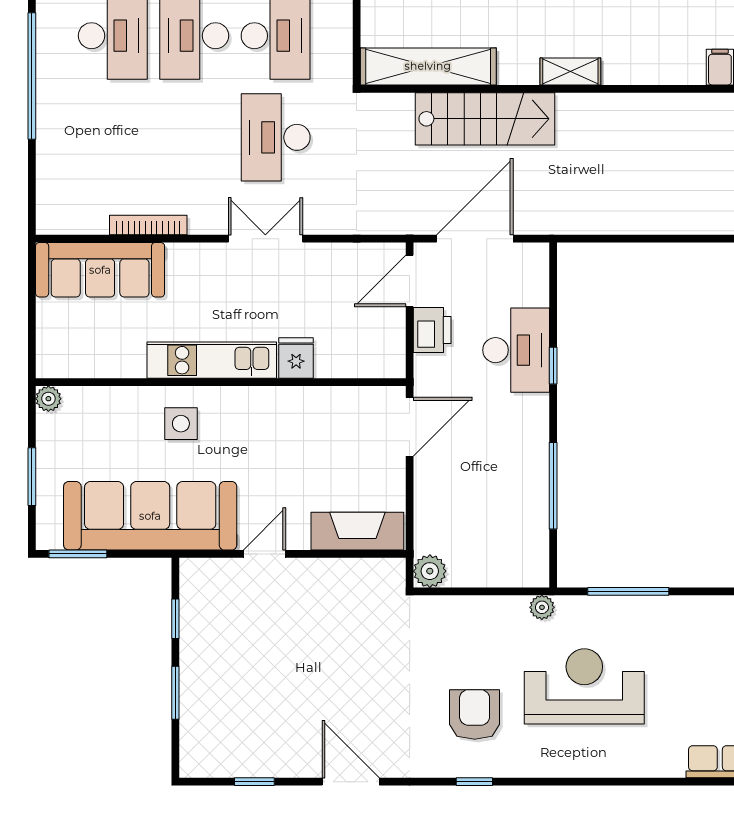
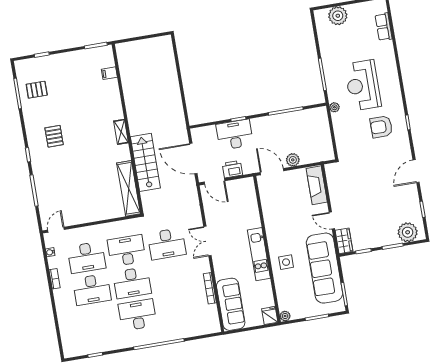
fridge: (296, 358) -> (270, 316), moved, turned 90
plant: (430, 571) -> (293, 160), moved
wardrobe: (209, 575) -> (344, 241), added
plant: (204, 735) -> (408, 232), added

